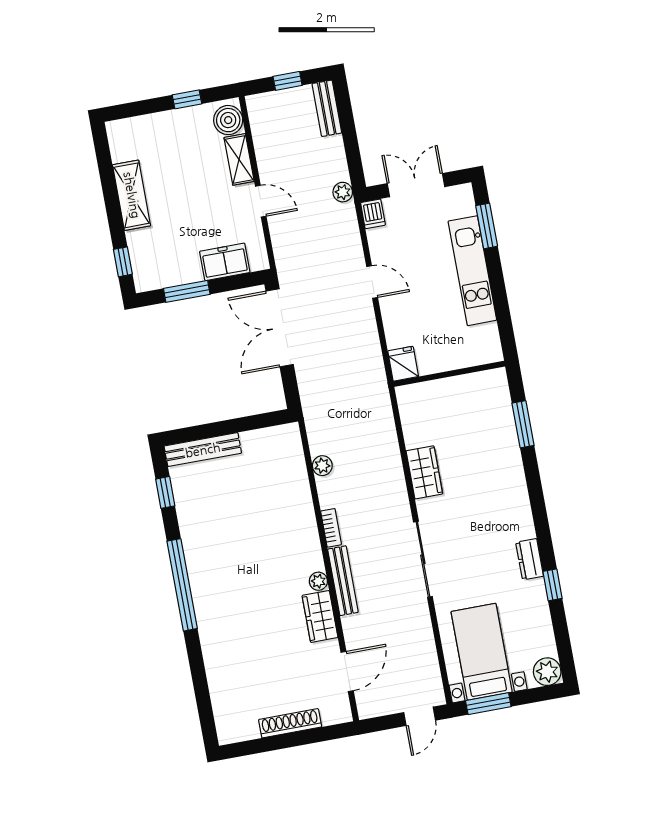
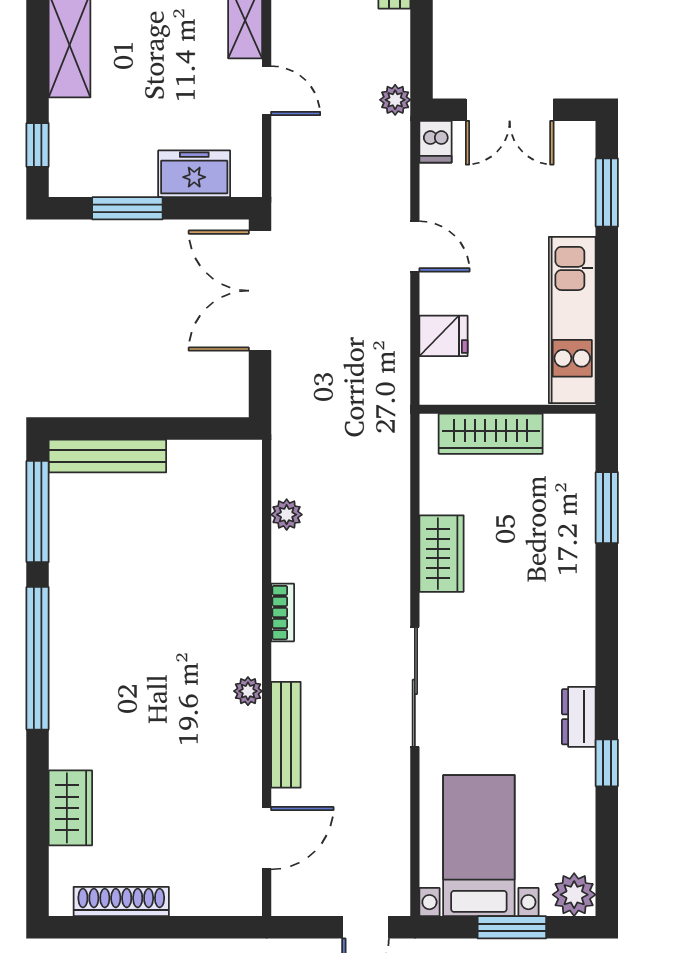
double door: (416, 185) -> (510, 110), swing flipped
kitchen unit: (472, 271) -> (572, 320), moved
fridge: (403, 364) -> (443, 336), moved, turned 90
wardrobe: (441, 391) -> (491, 434), added
window: (165, 492) -> (38, 511), width x2.17
bench: (343, 581) -> (286, 735), moved
wardrobe: (320, 616) -> (70, 808), moved, turned 180
window: (488, 704) -> (512, 927), moved
shoe rack: (290, 723) -> (121, 902), moved

